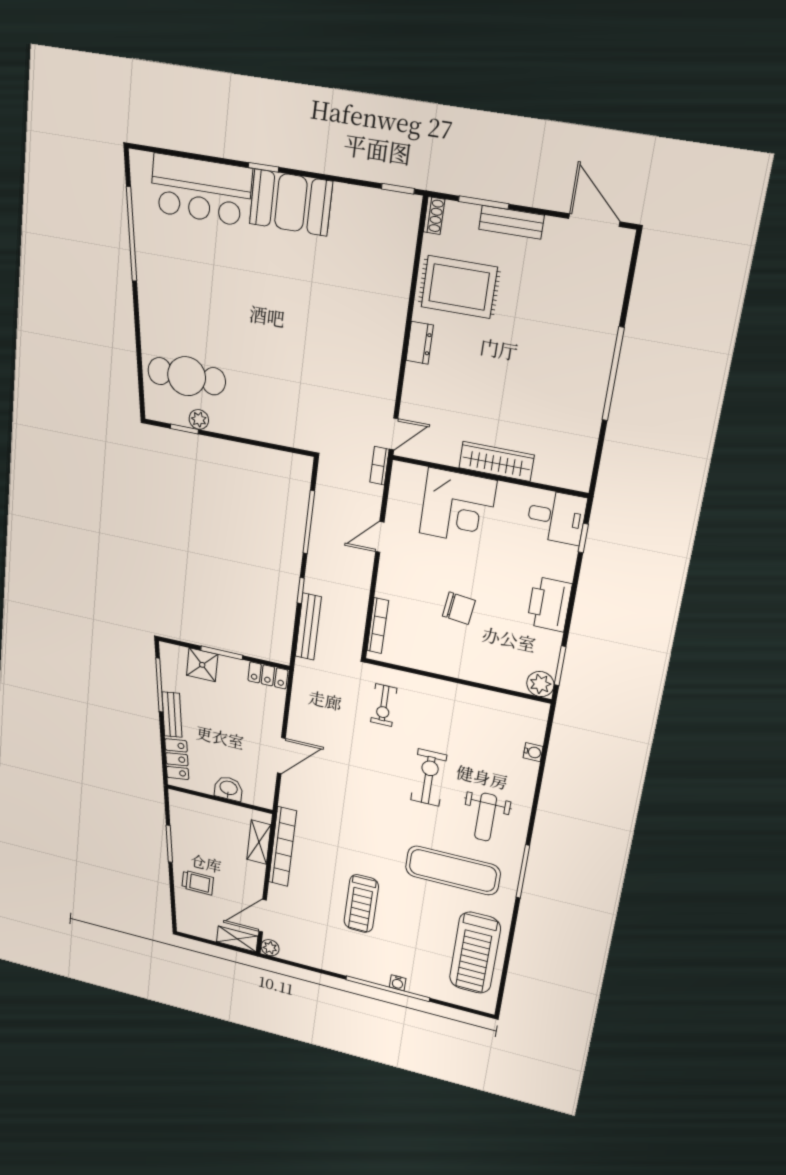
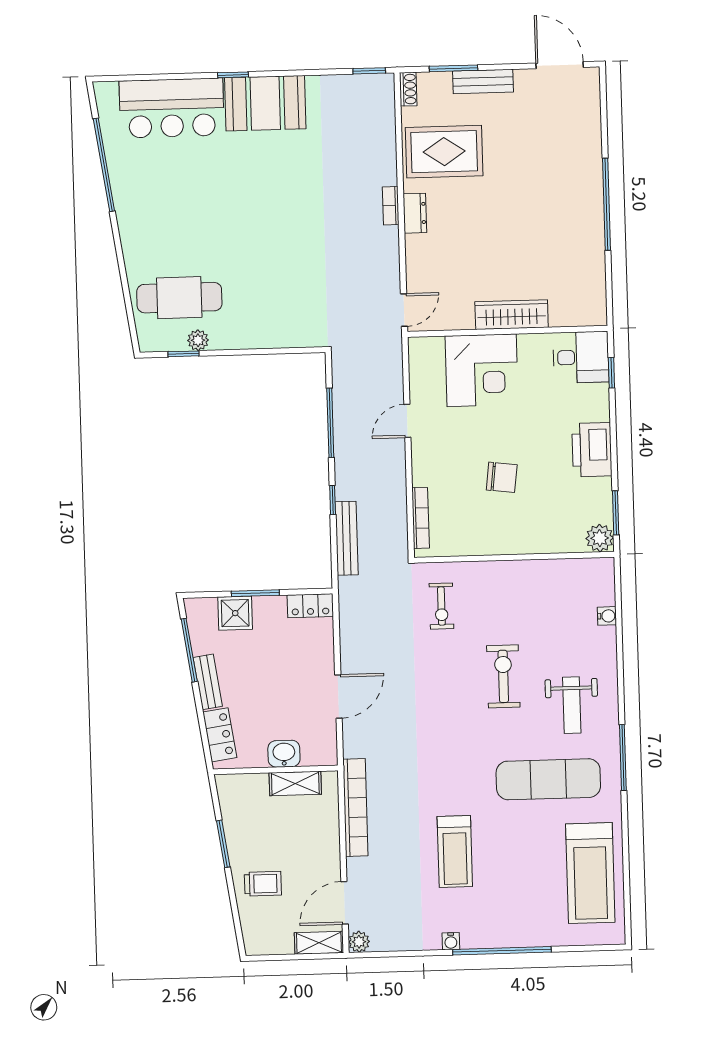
bookcase: (379, 466) -> (391, 206), moved
shelving: (259, 842) -> (295, 783), moved, turned 90
water cooler: (398, 983) -> (451, 941), moved

